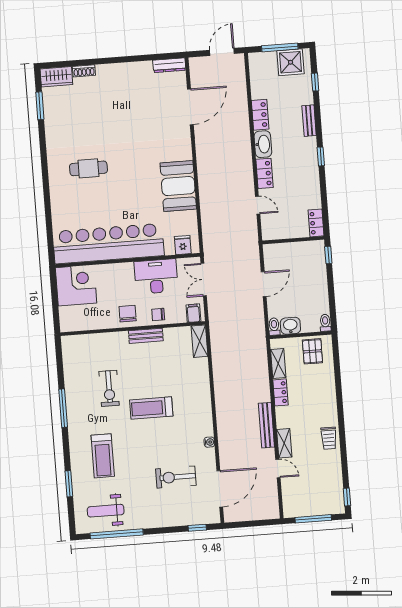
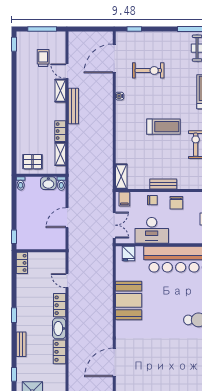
pallet: (312, 351) -> (33, 162), turned 90
trolley: (329, 438) -> (43, 58), moved

